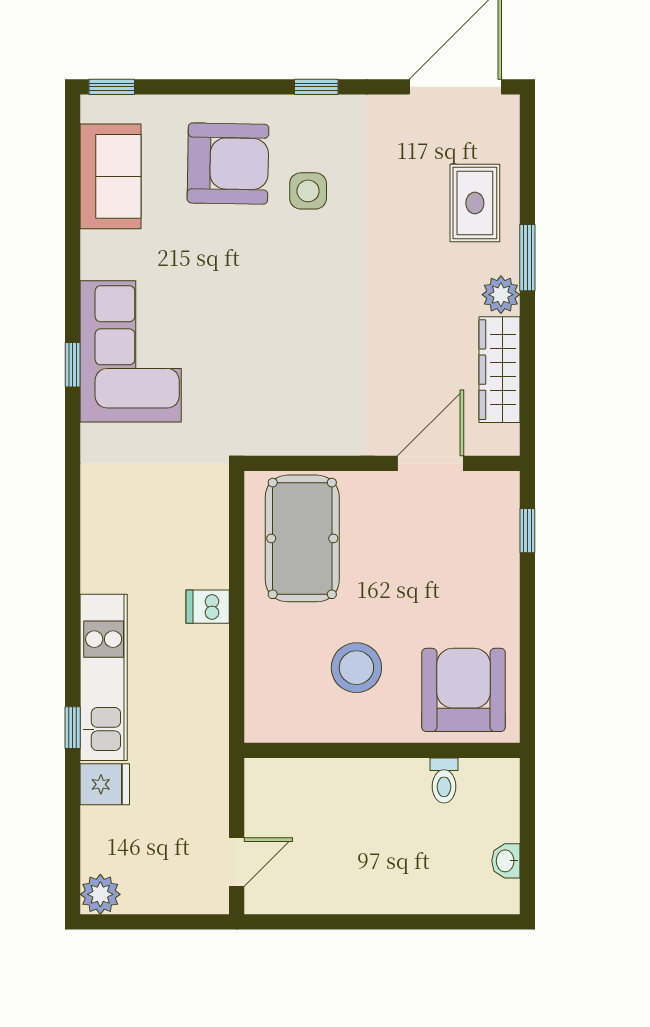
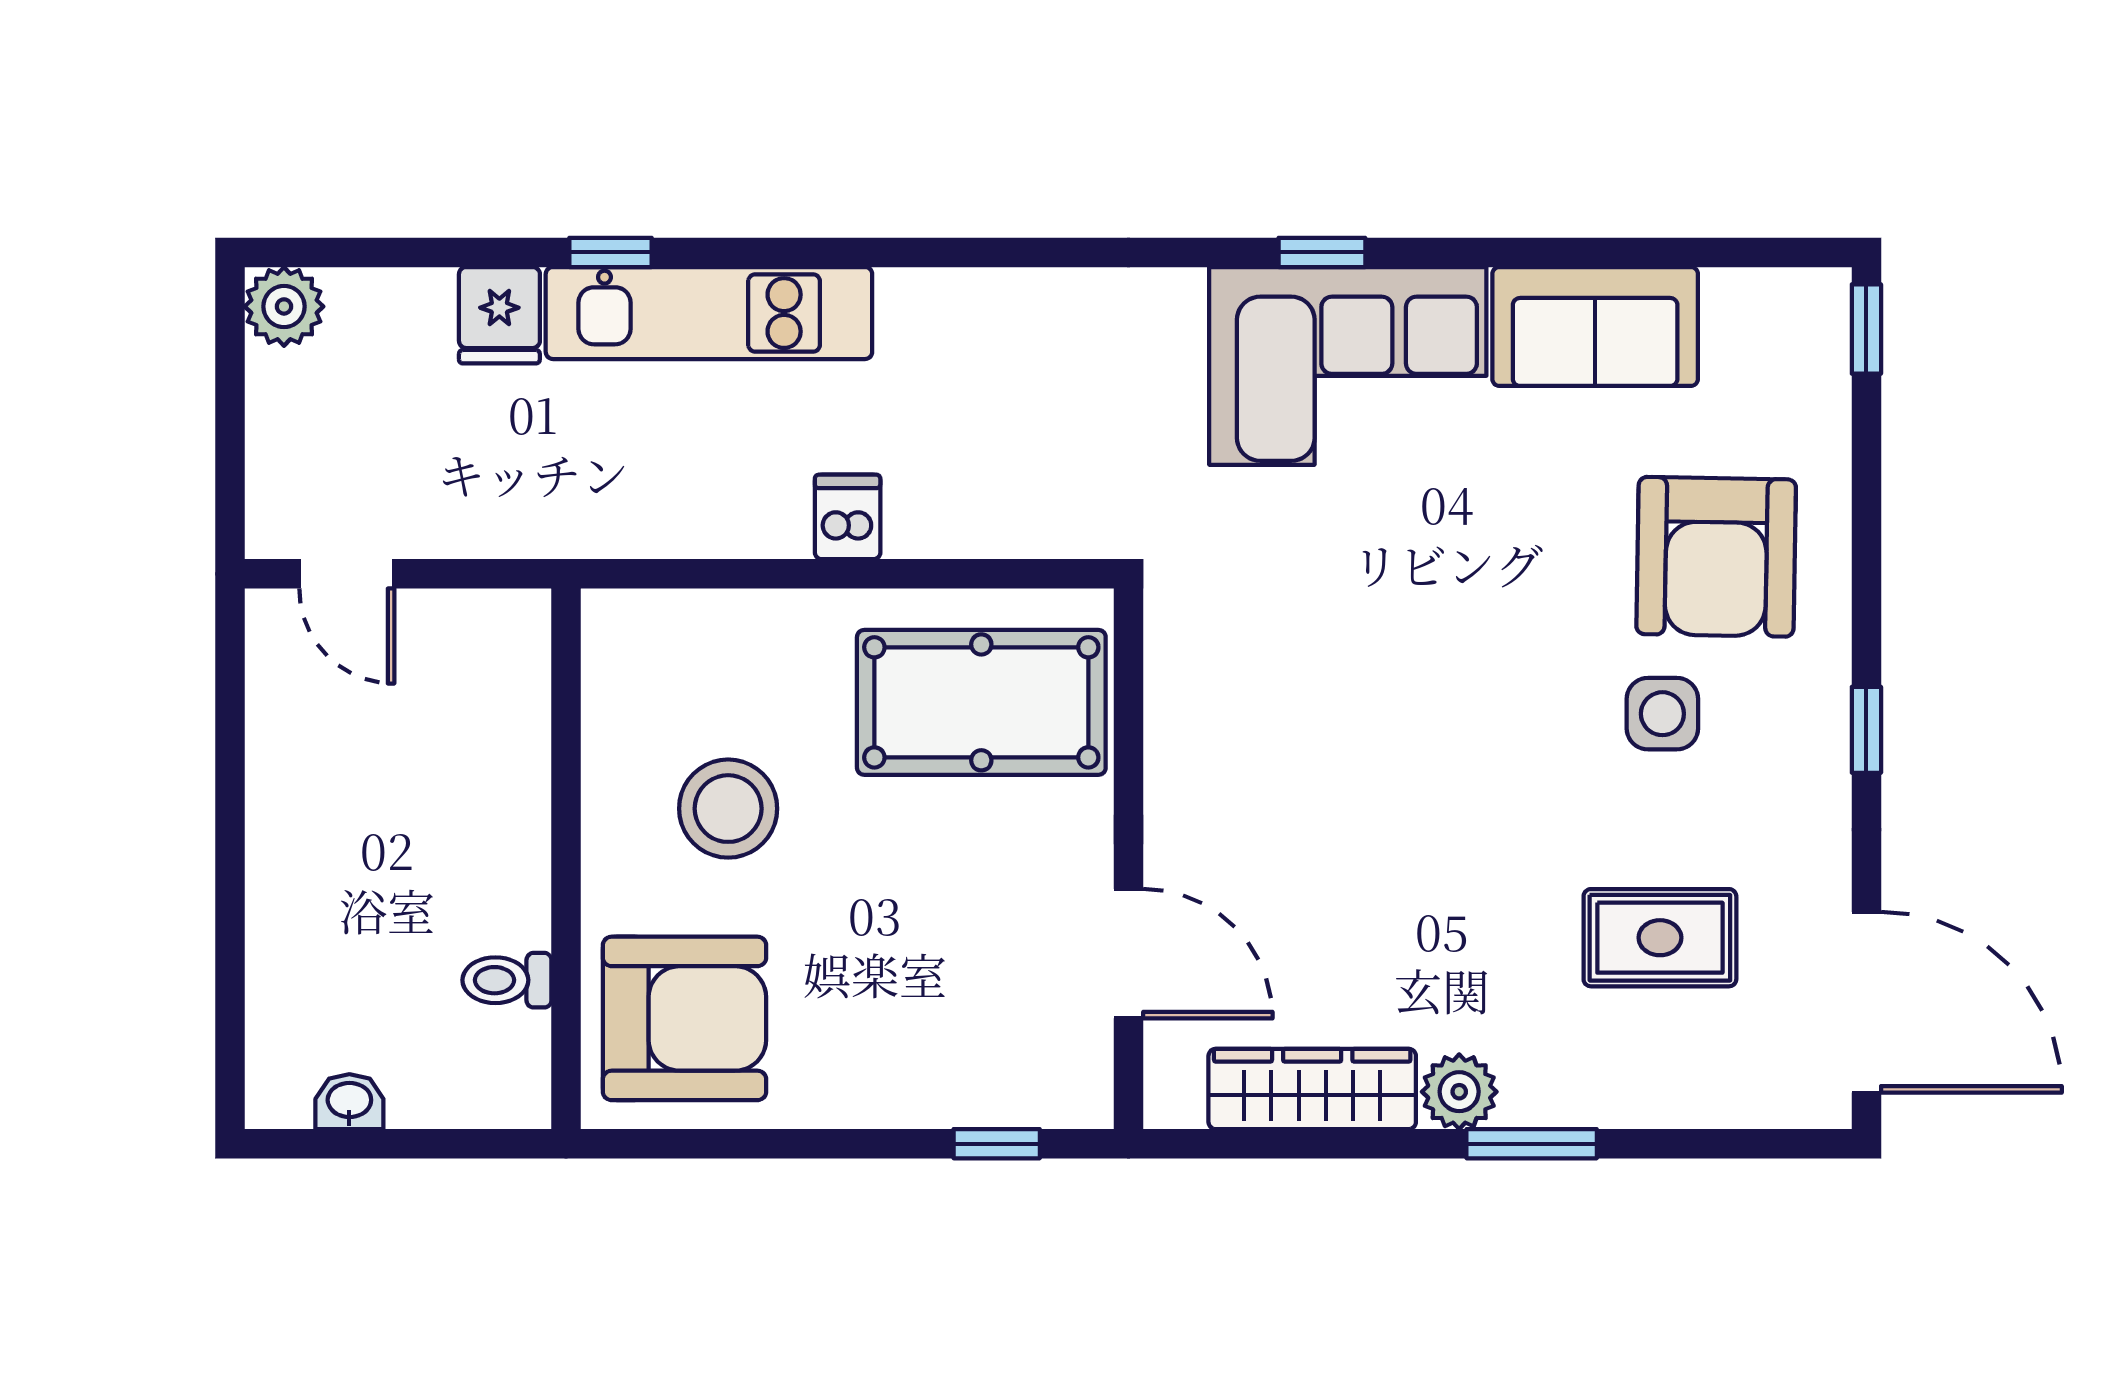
sofa: (110, 176) -> (1595, 326), moved
rug: (475, 203) -> (1660, 938), moved

